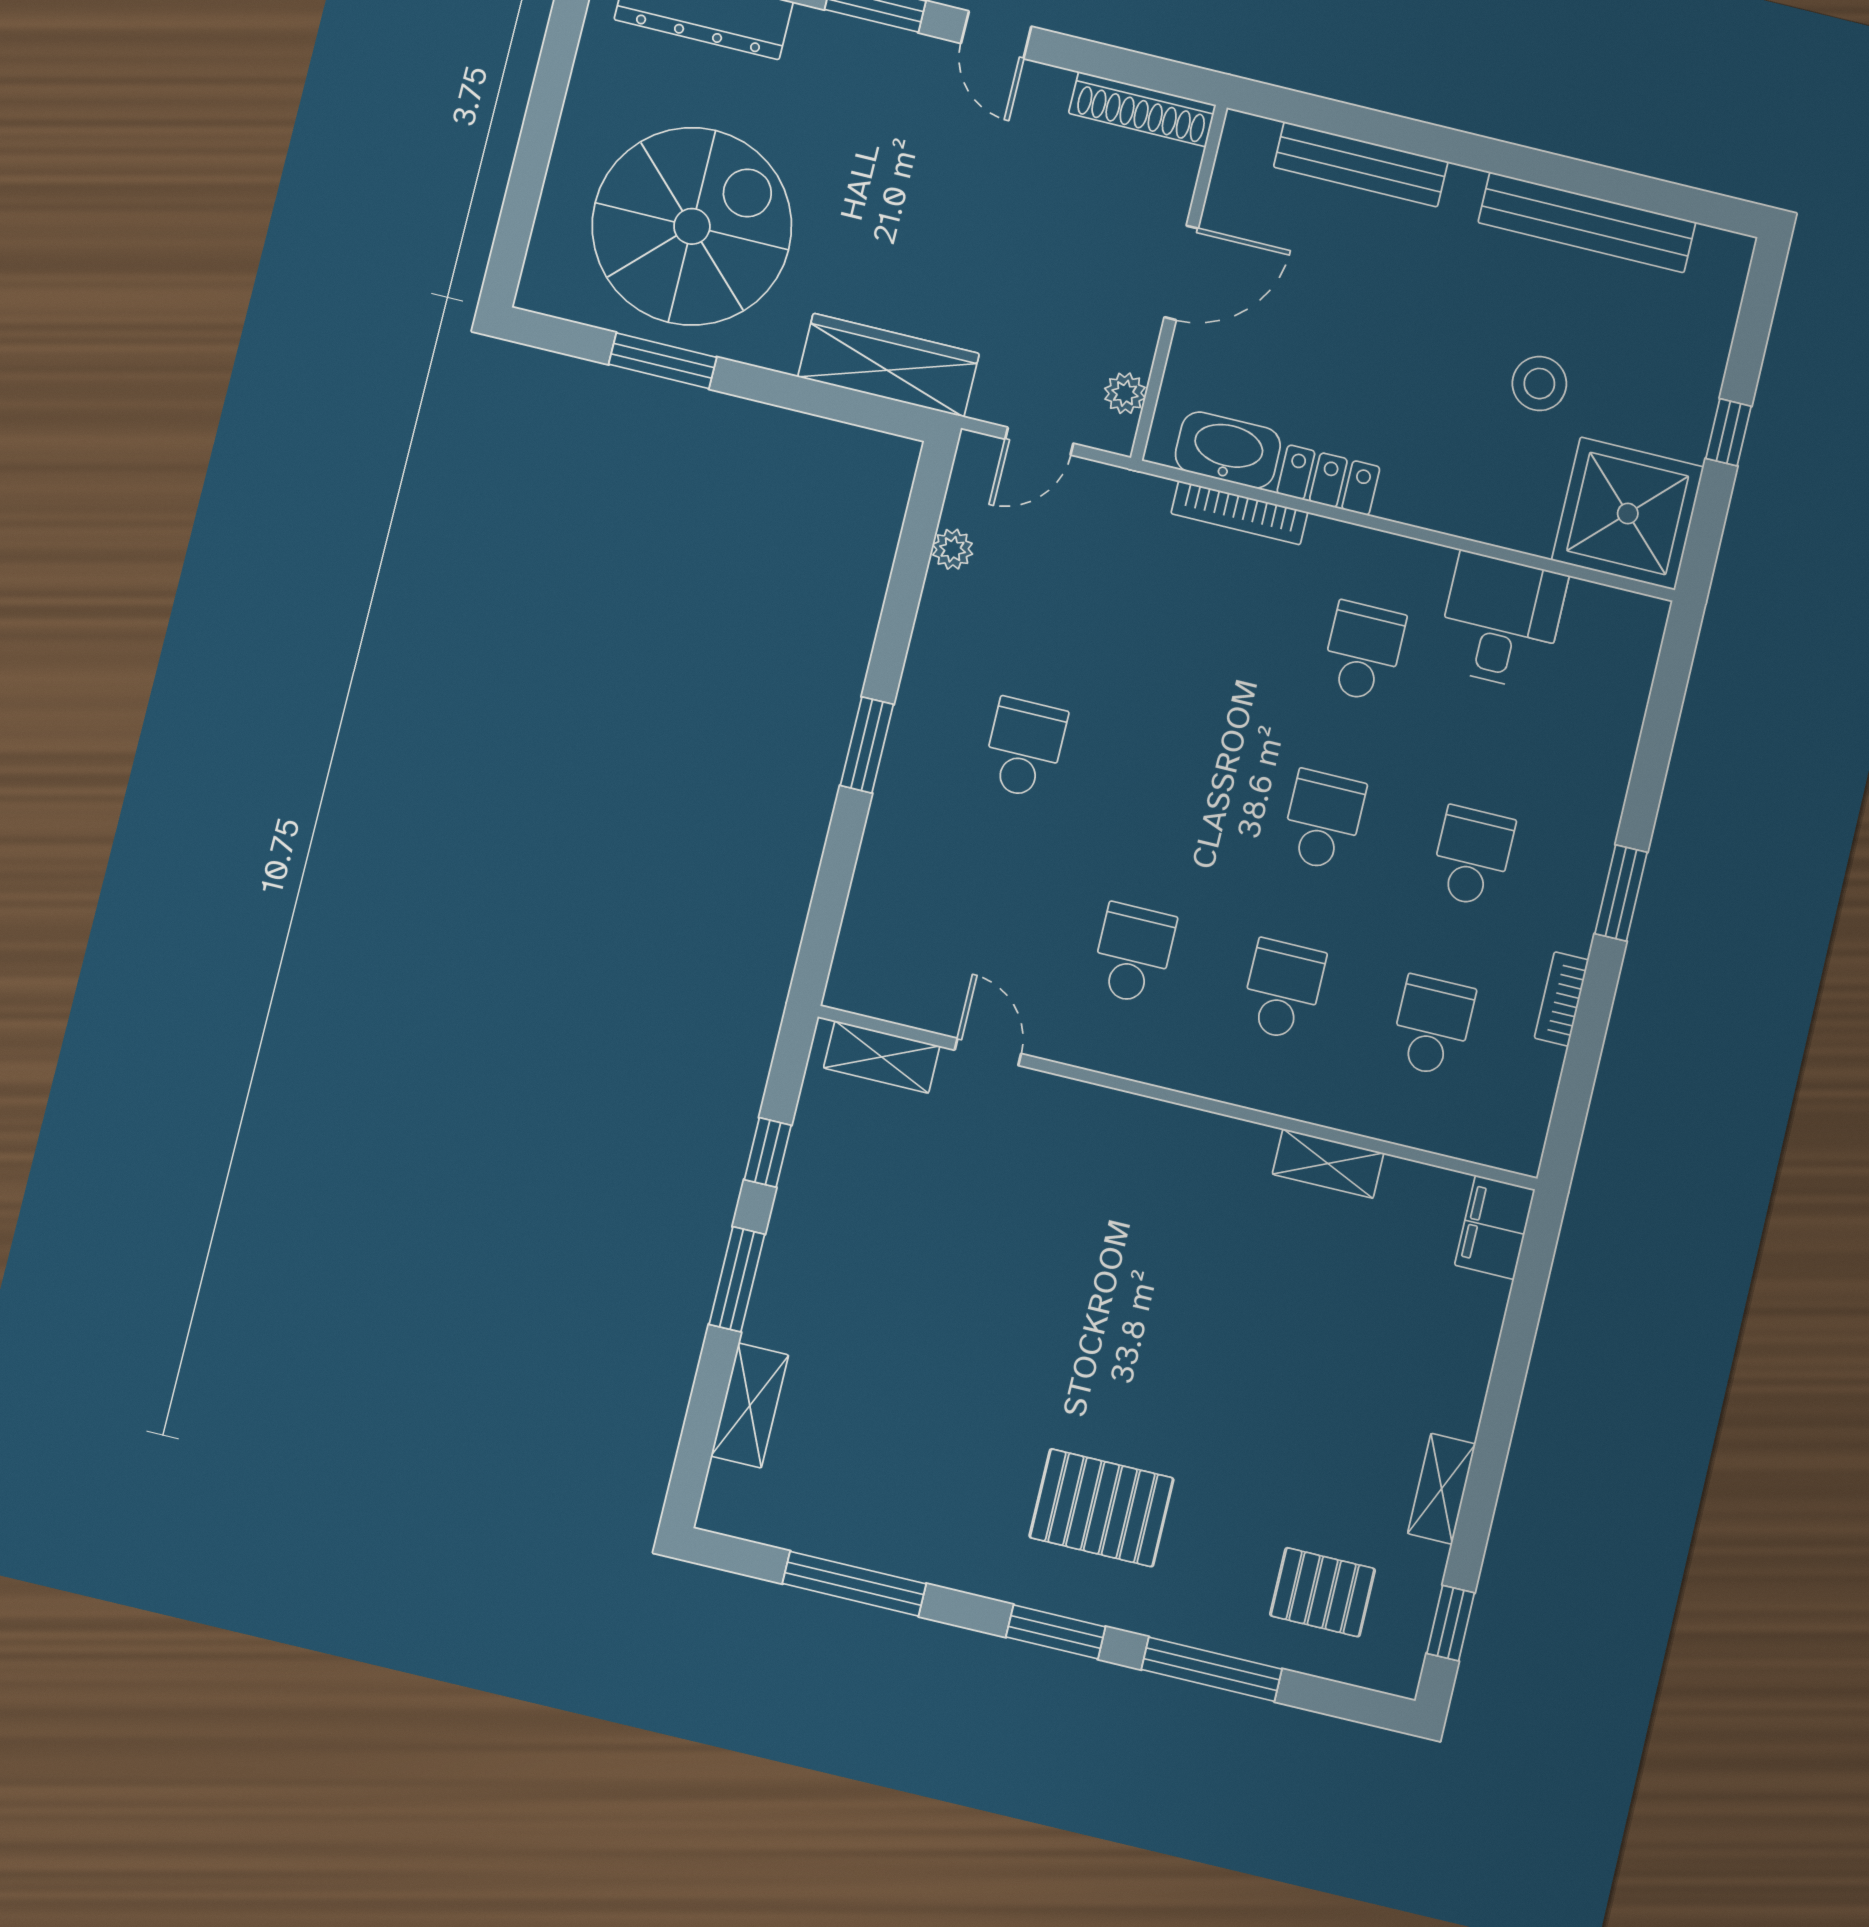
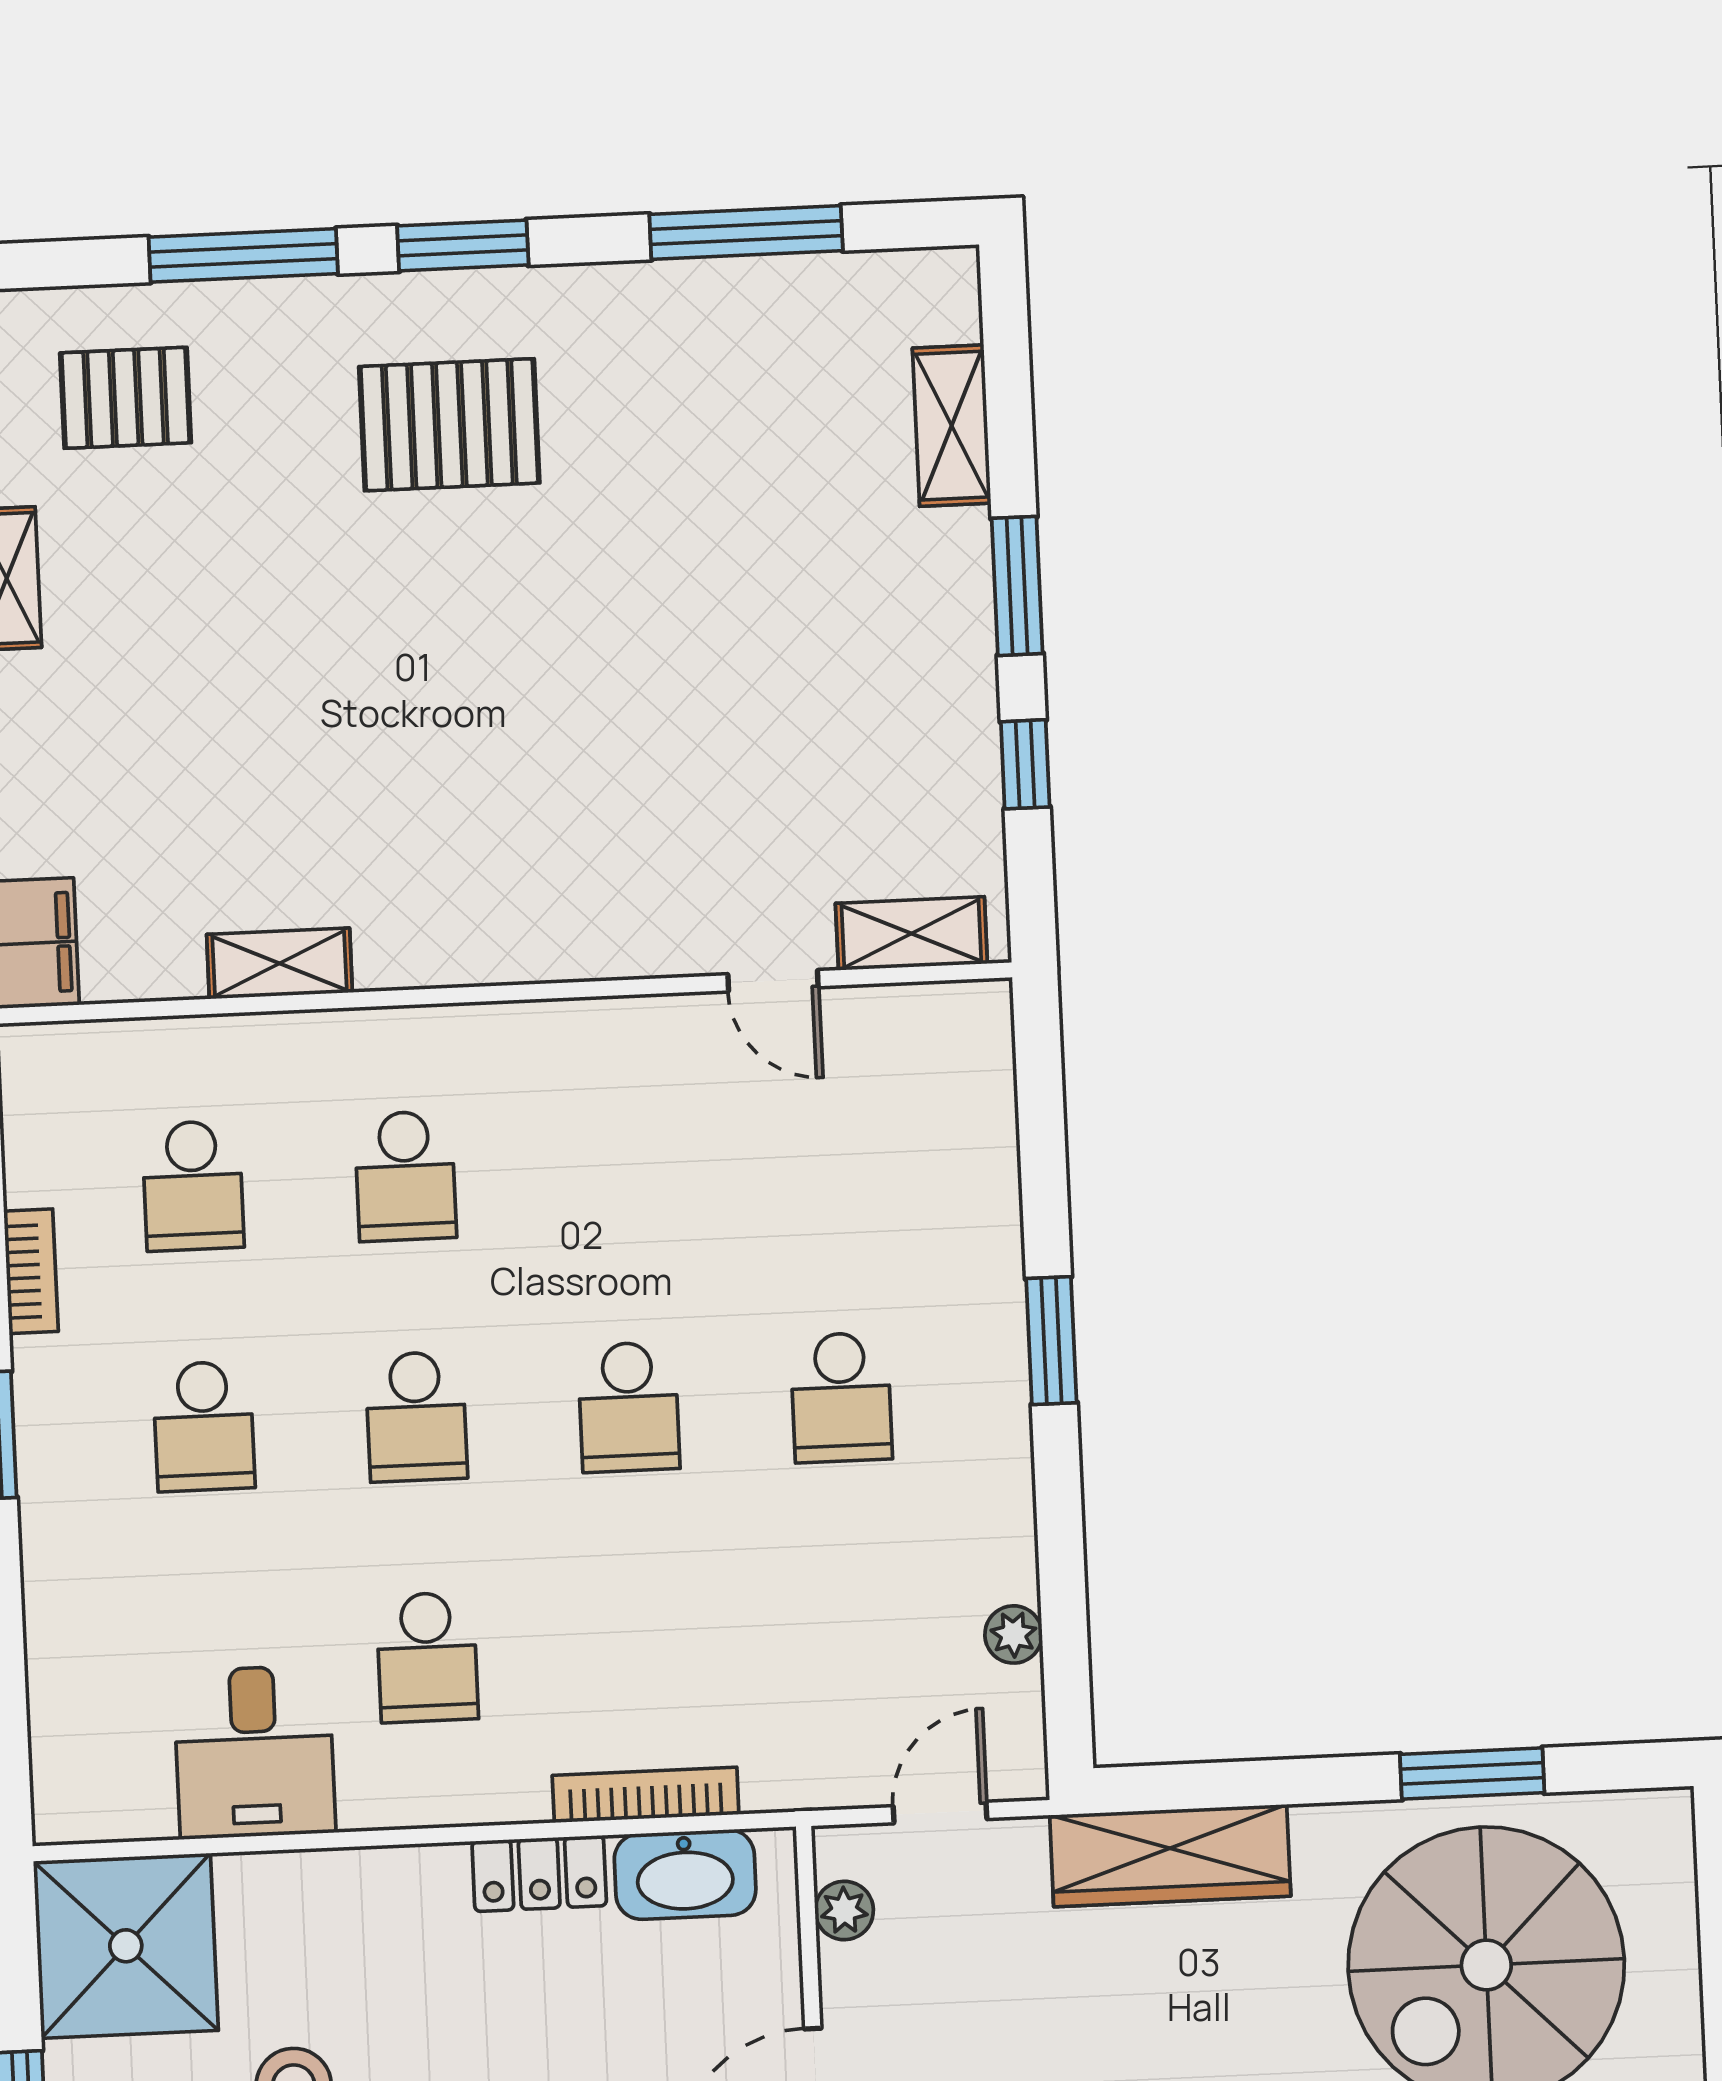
school desk: (1133, 954) -> (629, 1407), moved

